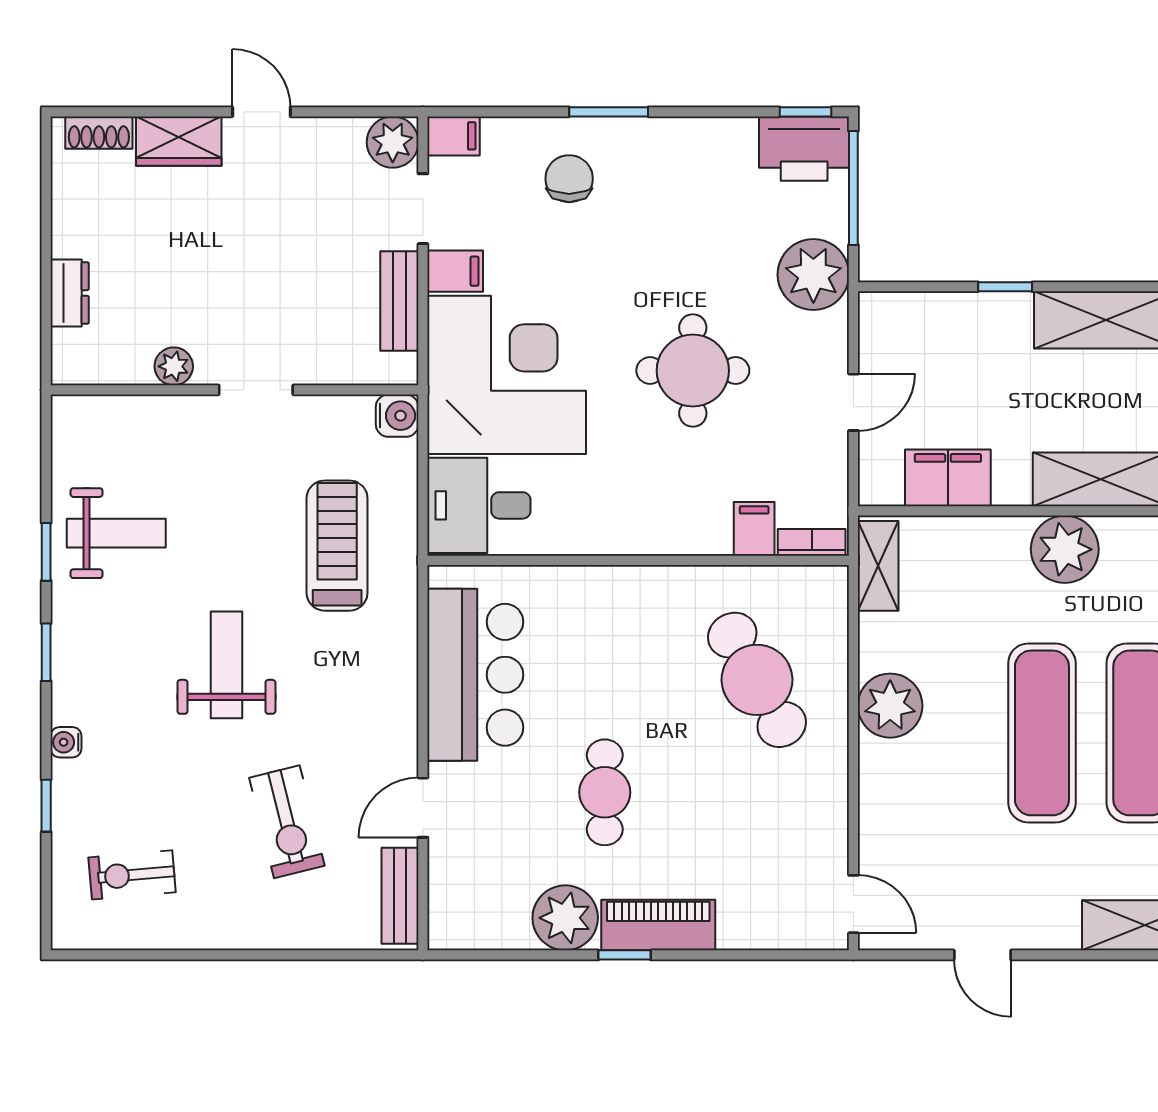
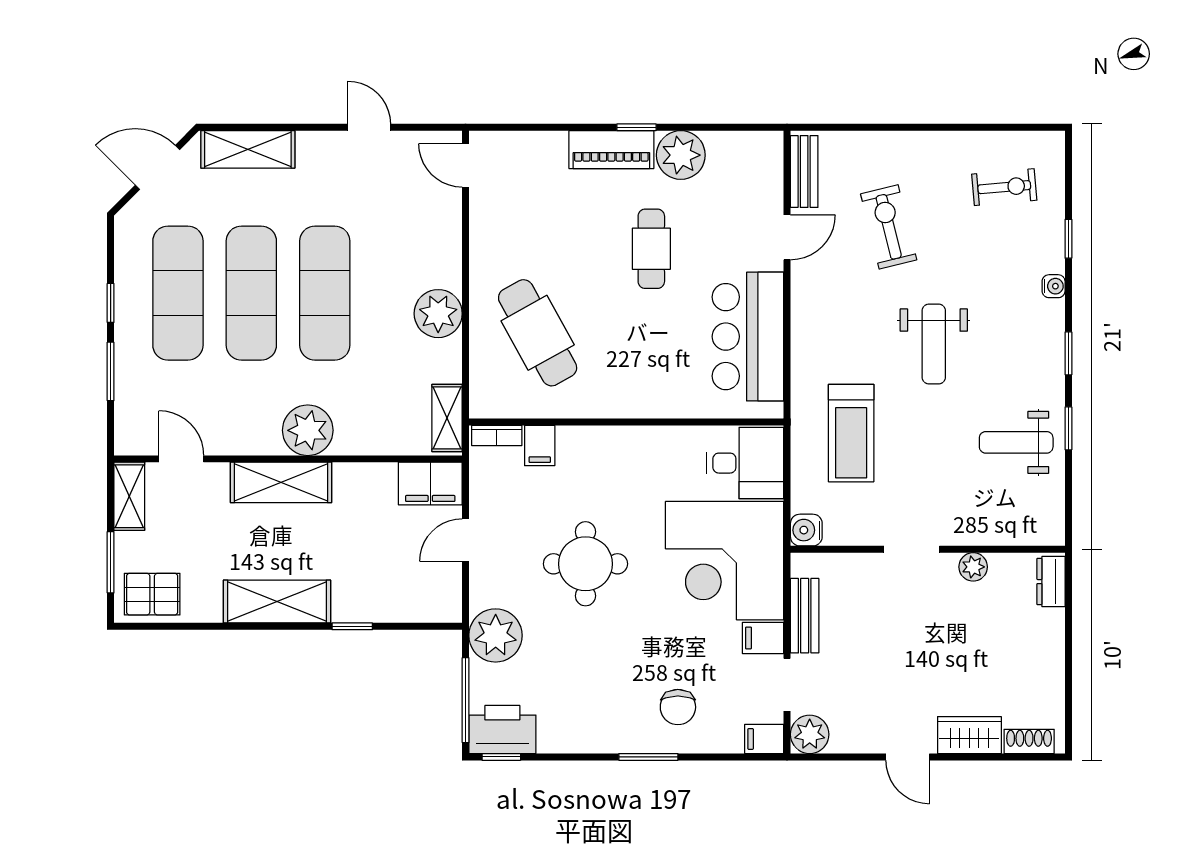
dresser: (70, 293) -> (1051, 582), moved
filing cabinet: (948, 478) -> (430, 484), moved

